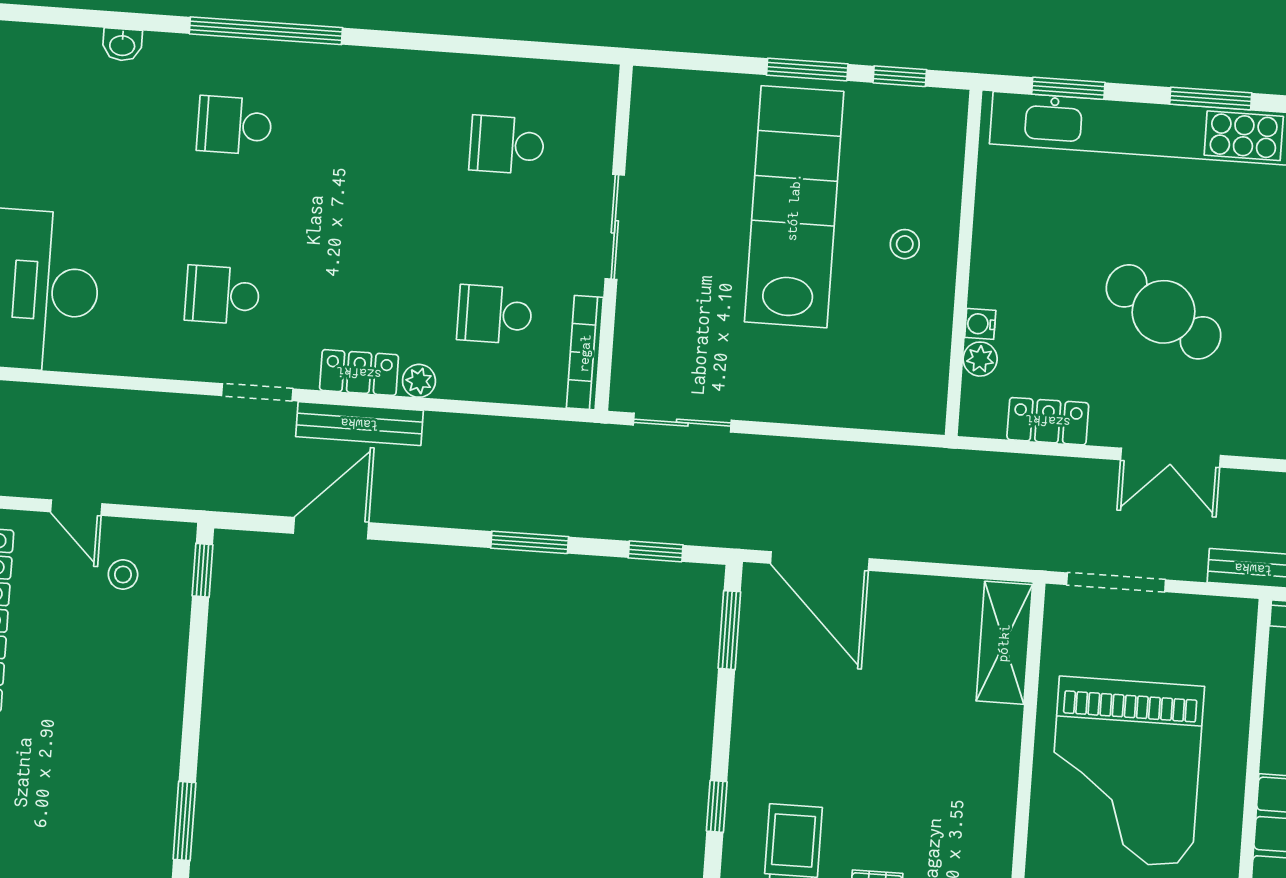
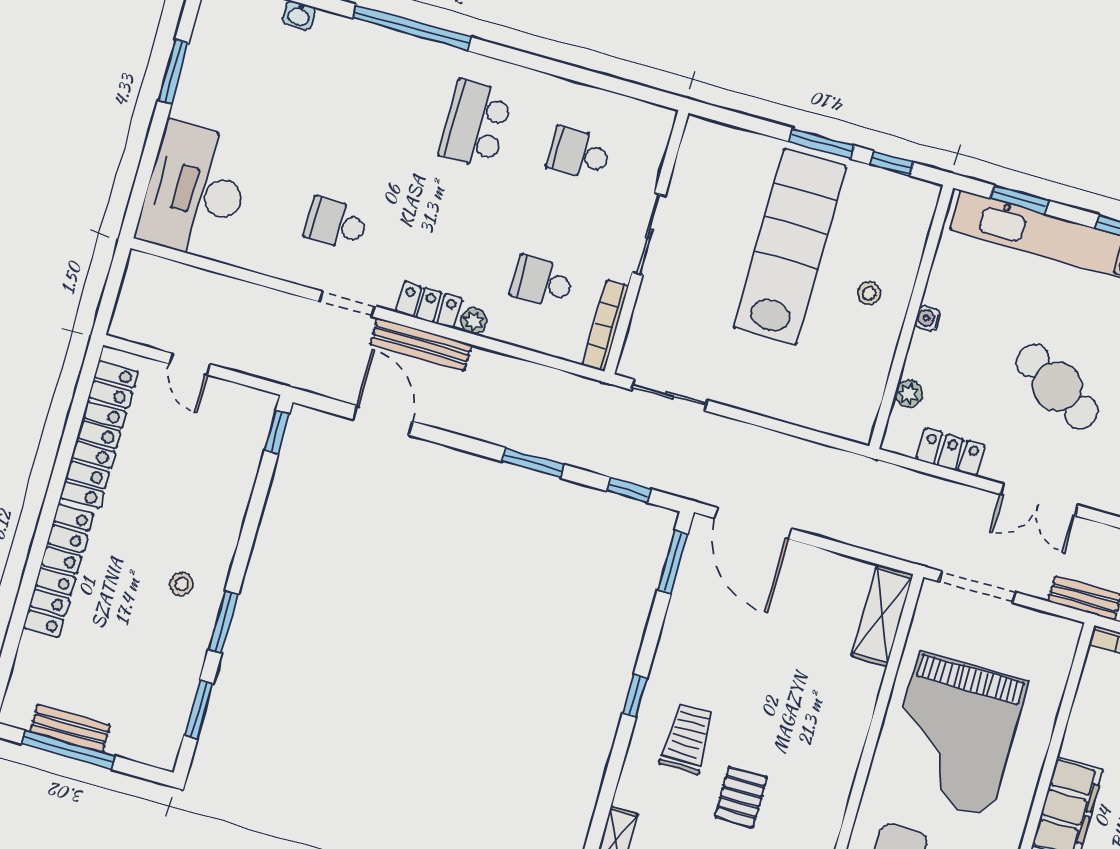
school desk: (234, 125) -> (476, 124), moved, width x1.85
water cooler: (980, 324) -> (928, 318), moved
door: (331, 528) -> (382, 420), hinge flipped
stool: (123, 574) -> (181, 584), moved

